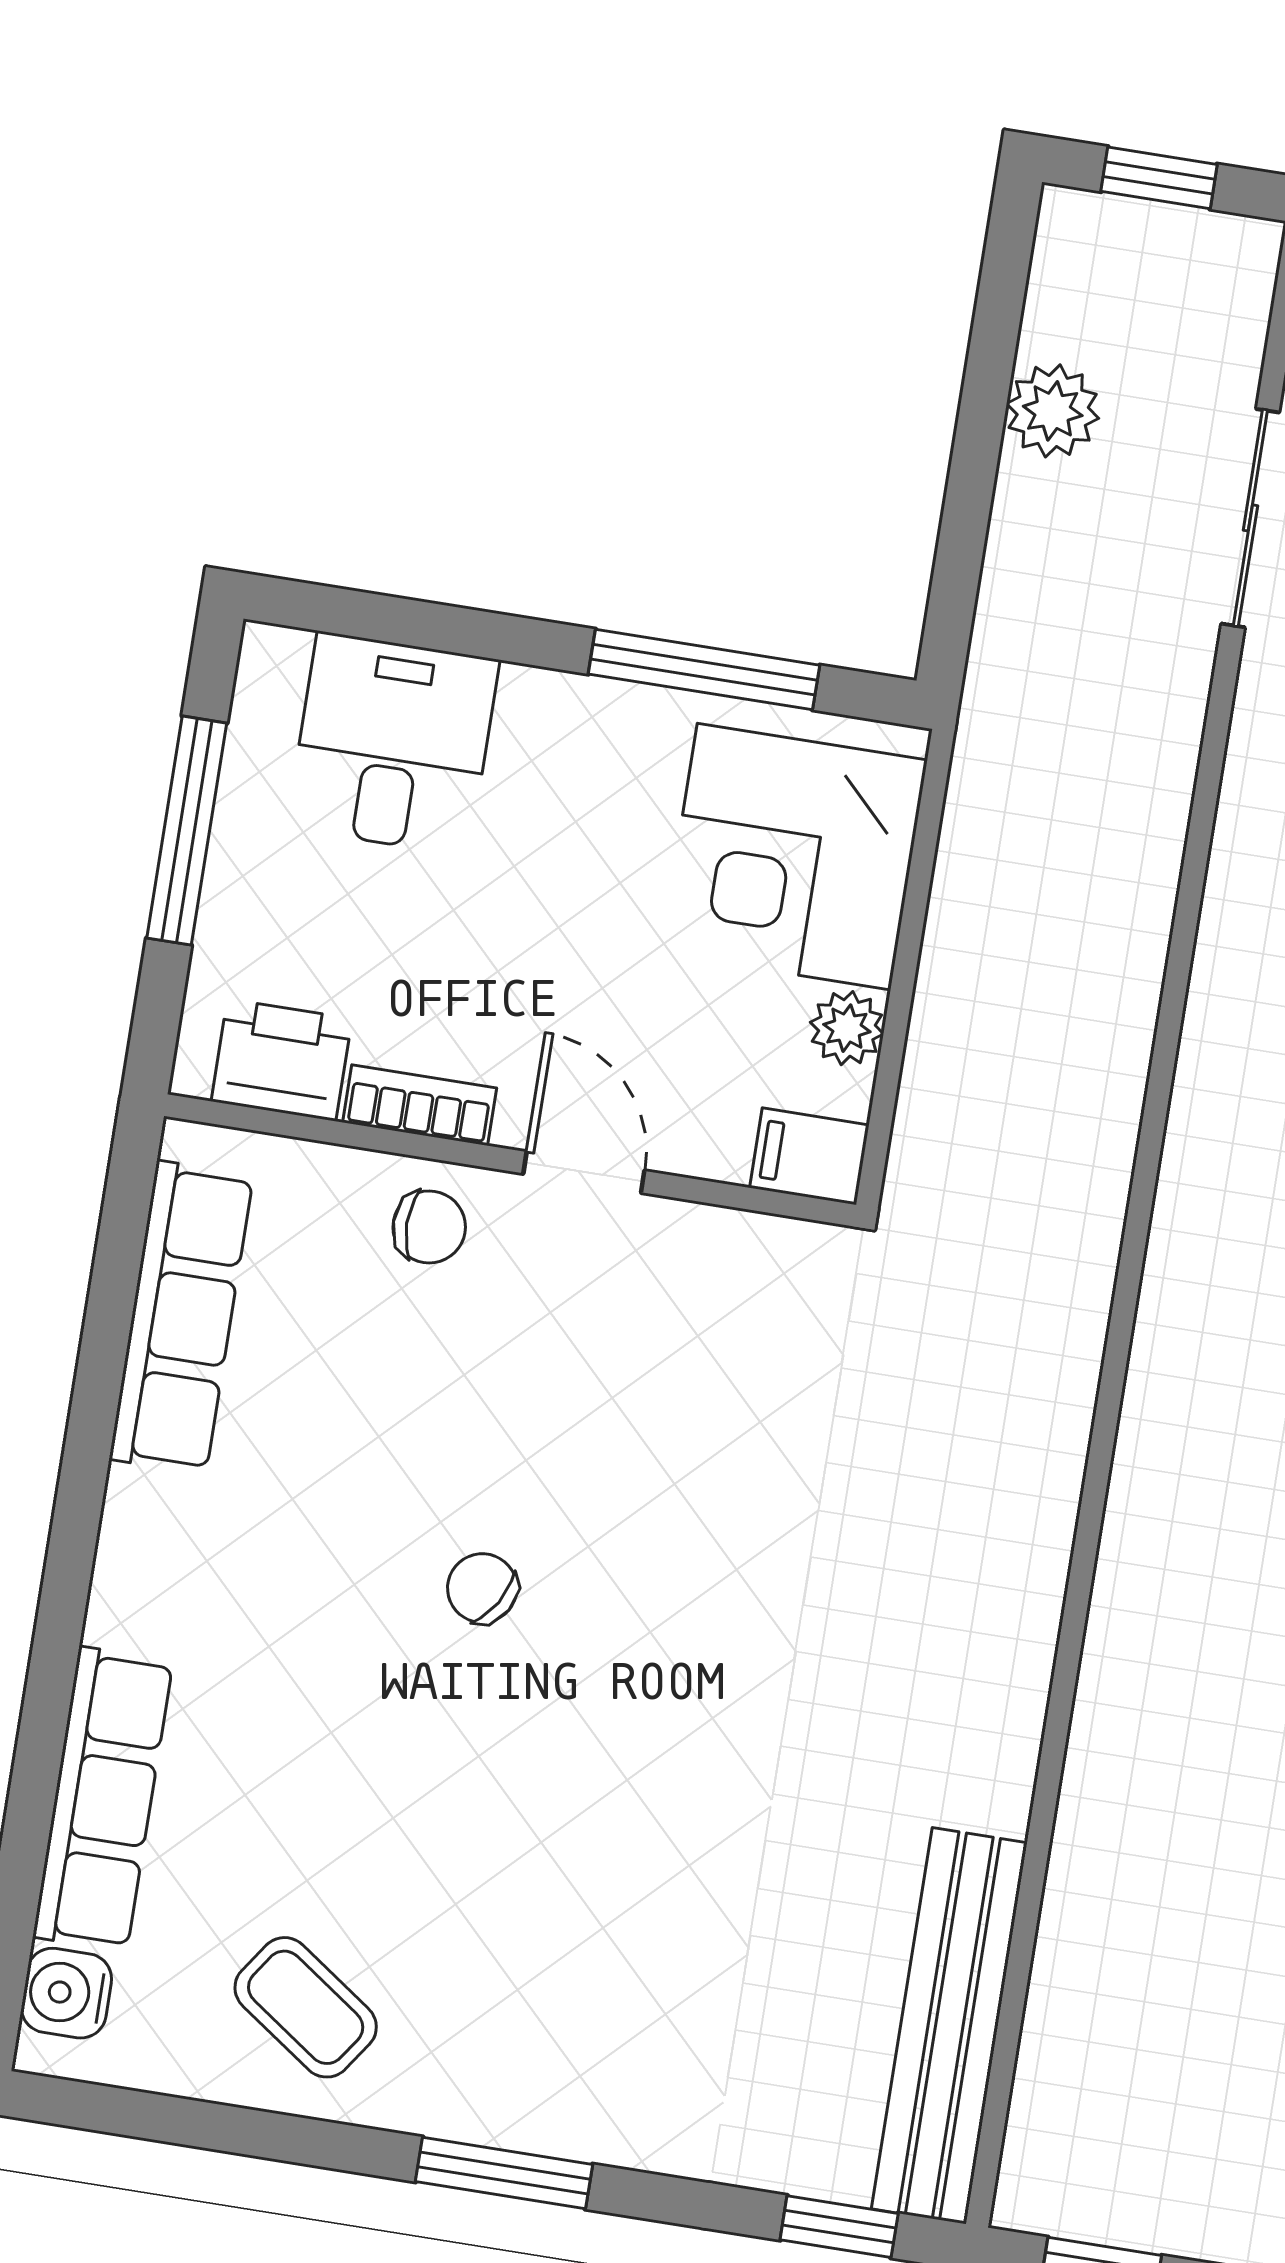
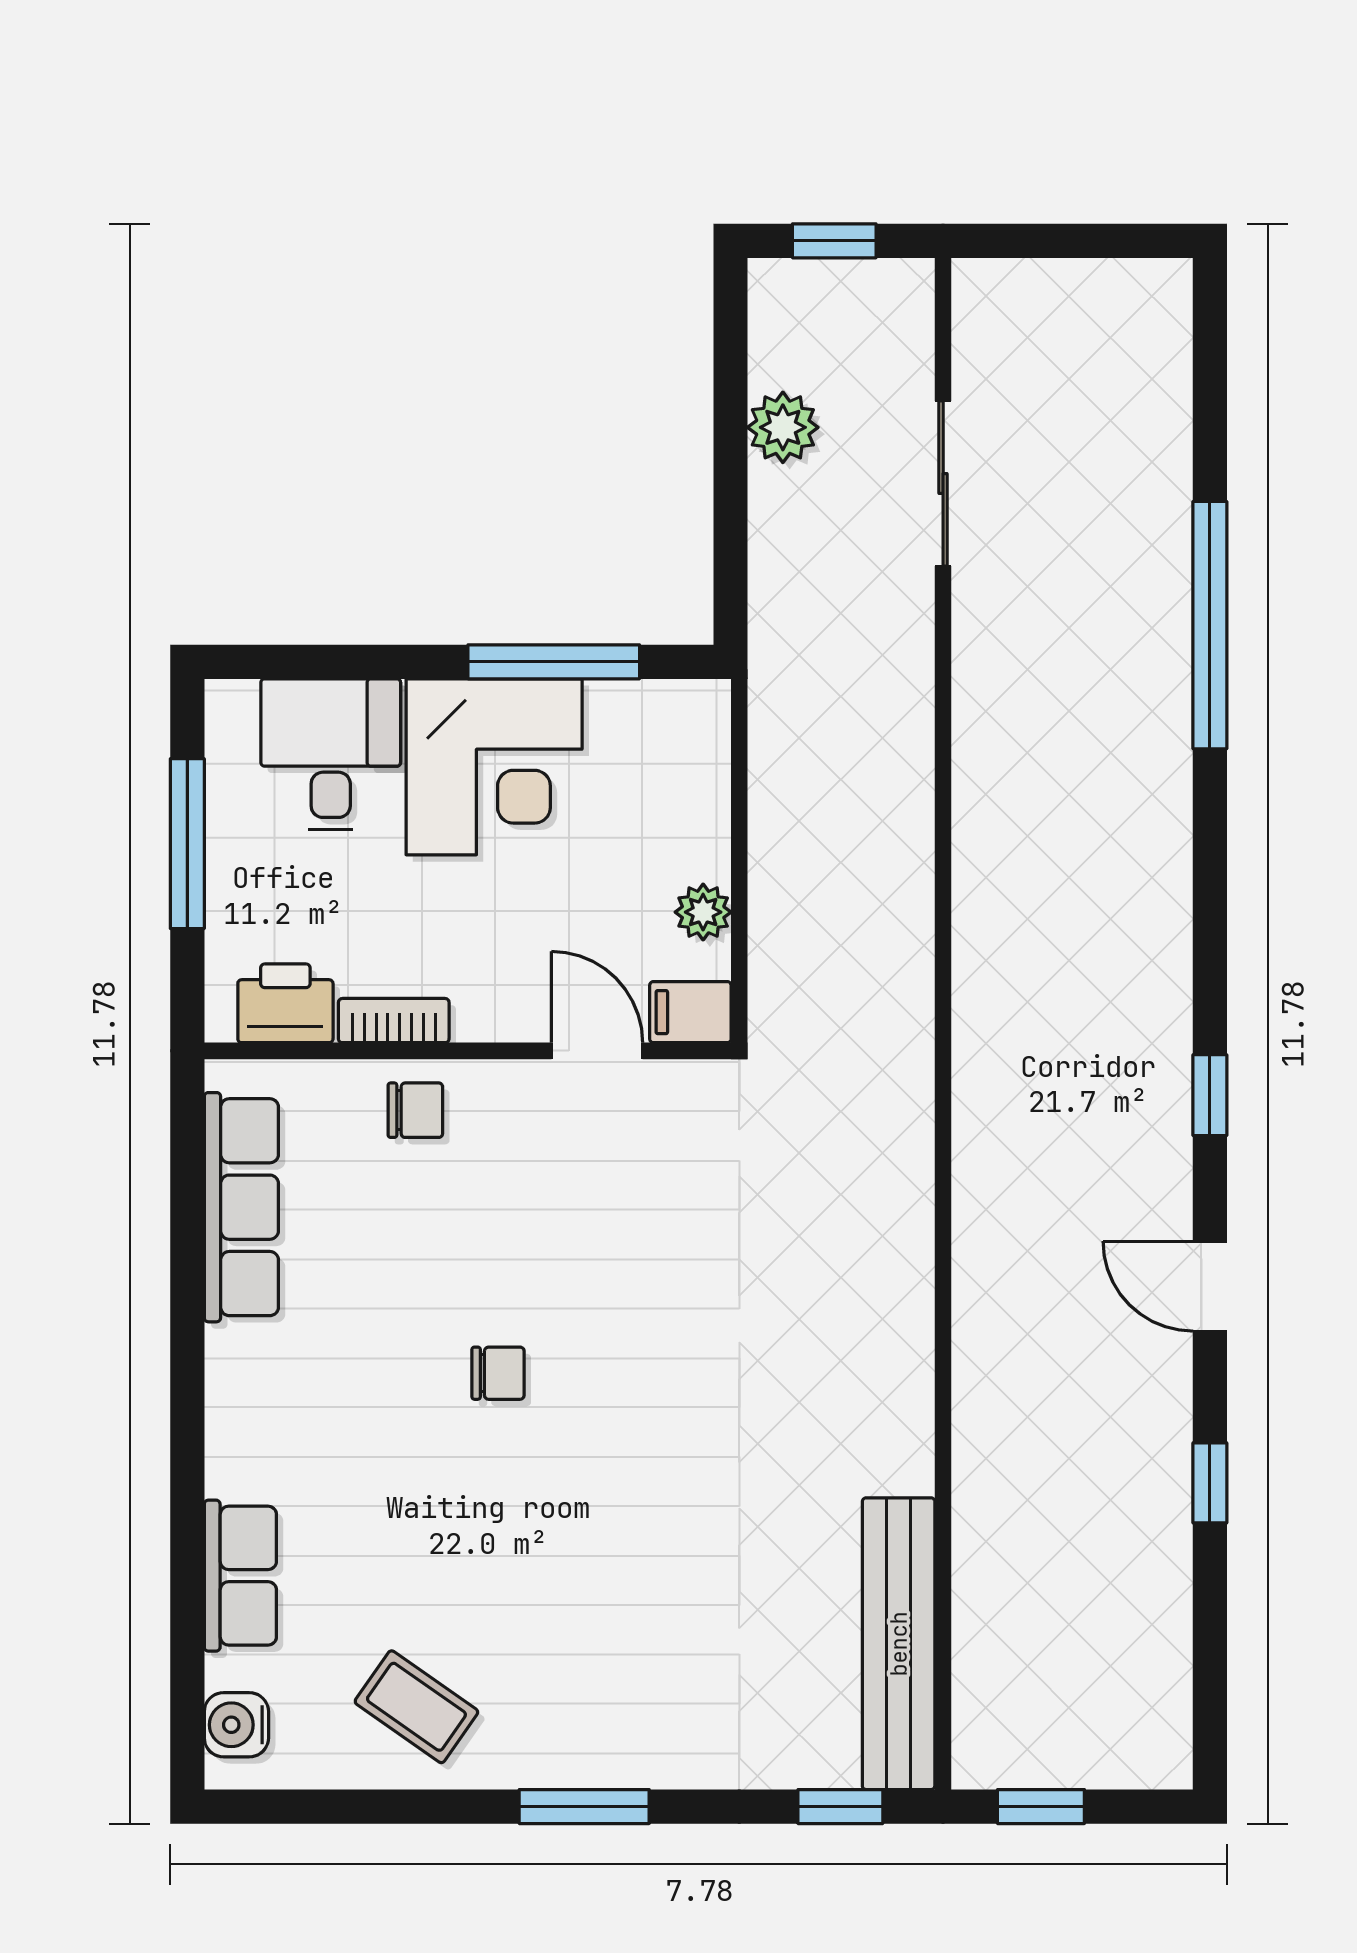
corner desk: (794, 857) -> (494, 767), moved, turned -90
door: (584, 1172) -> (597, 1051), moved
chair: (482, 1588) -> (498, 1373), turned 149
row of seats: (103, 1799) -> (240, 1576), width x0.68

